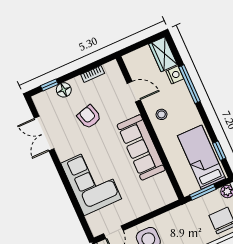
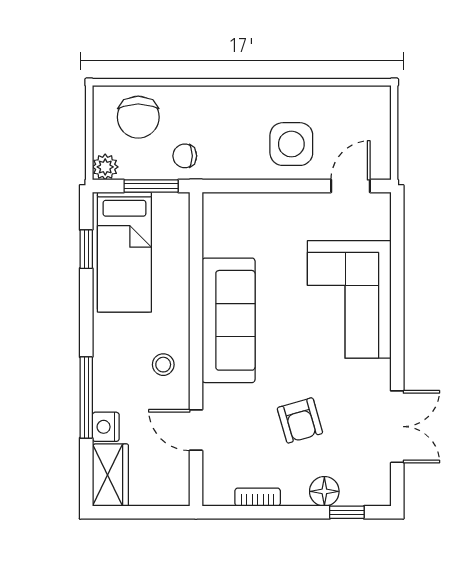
chair: (194, 212) -> (185, 156), added

